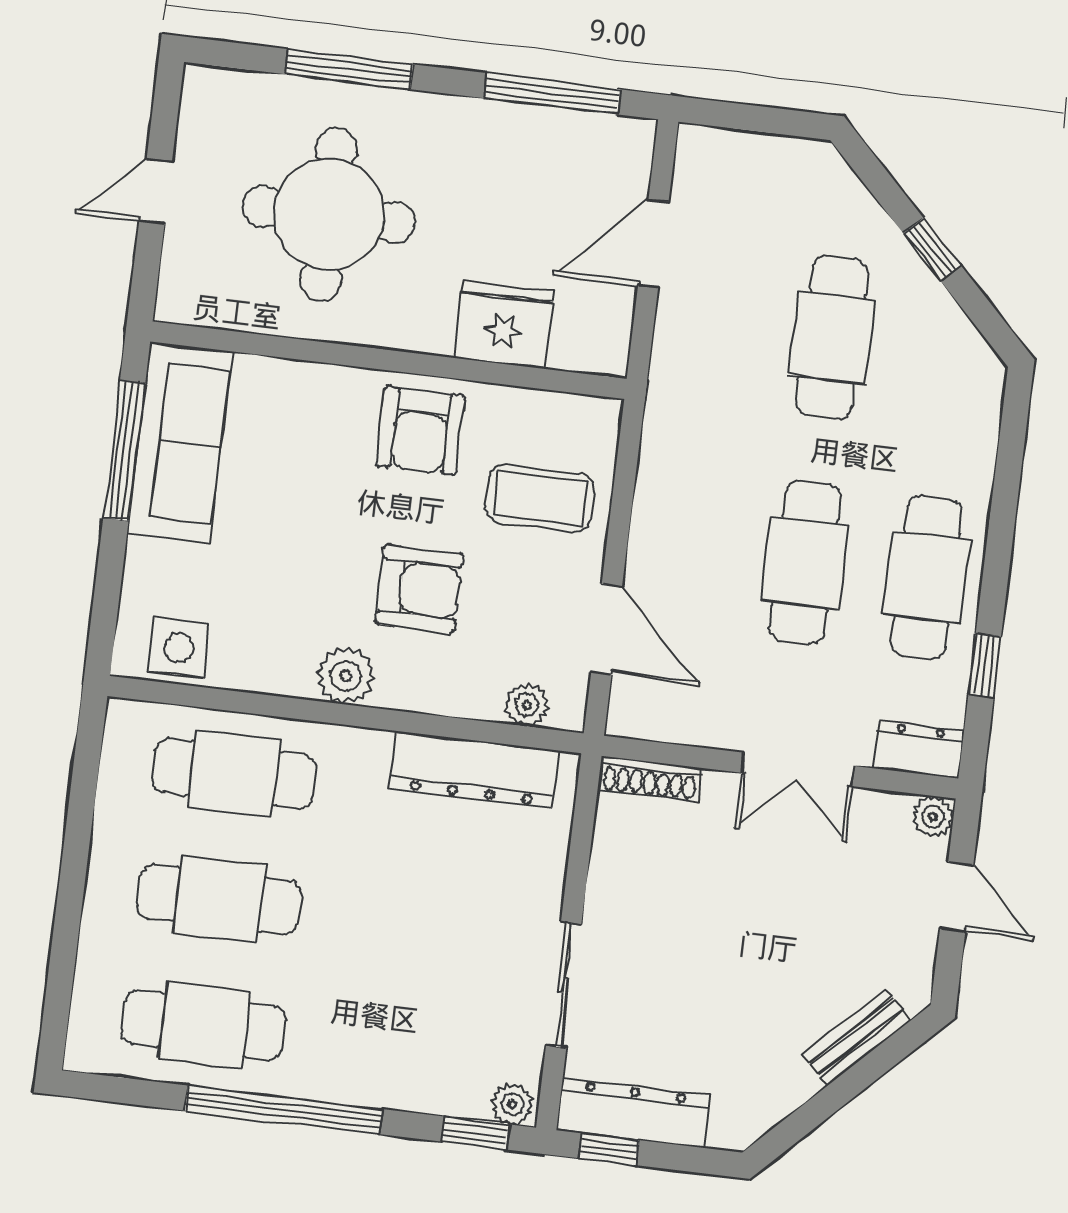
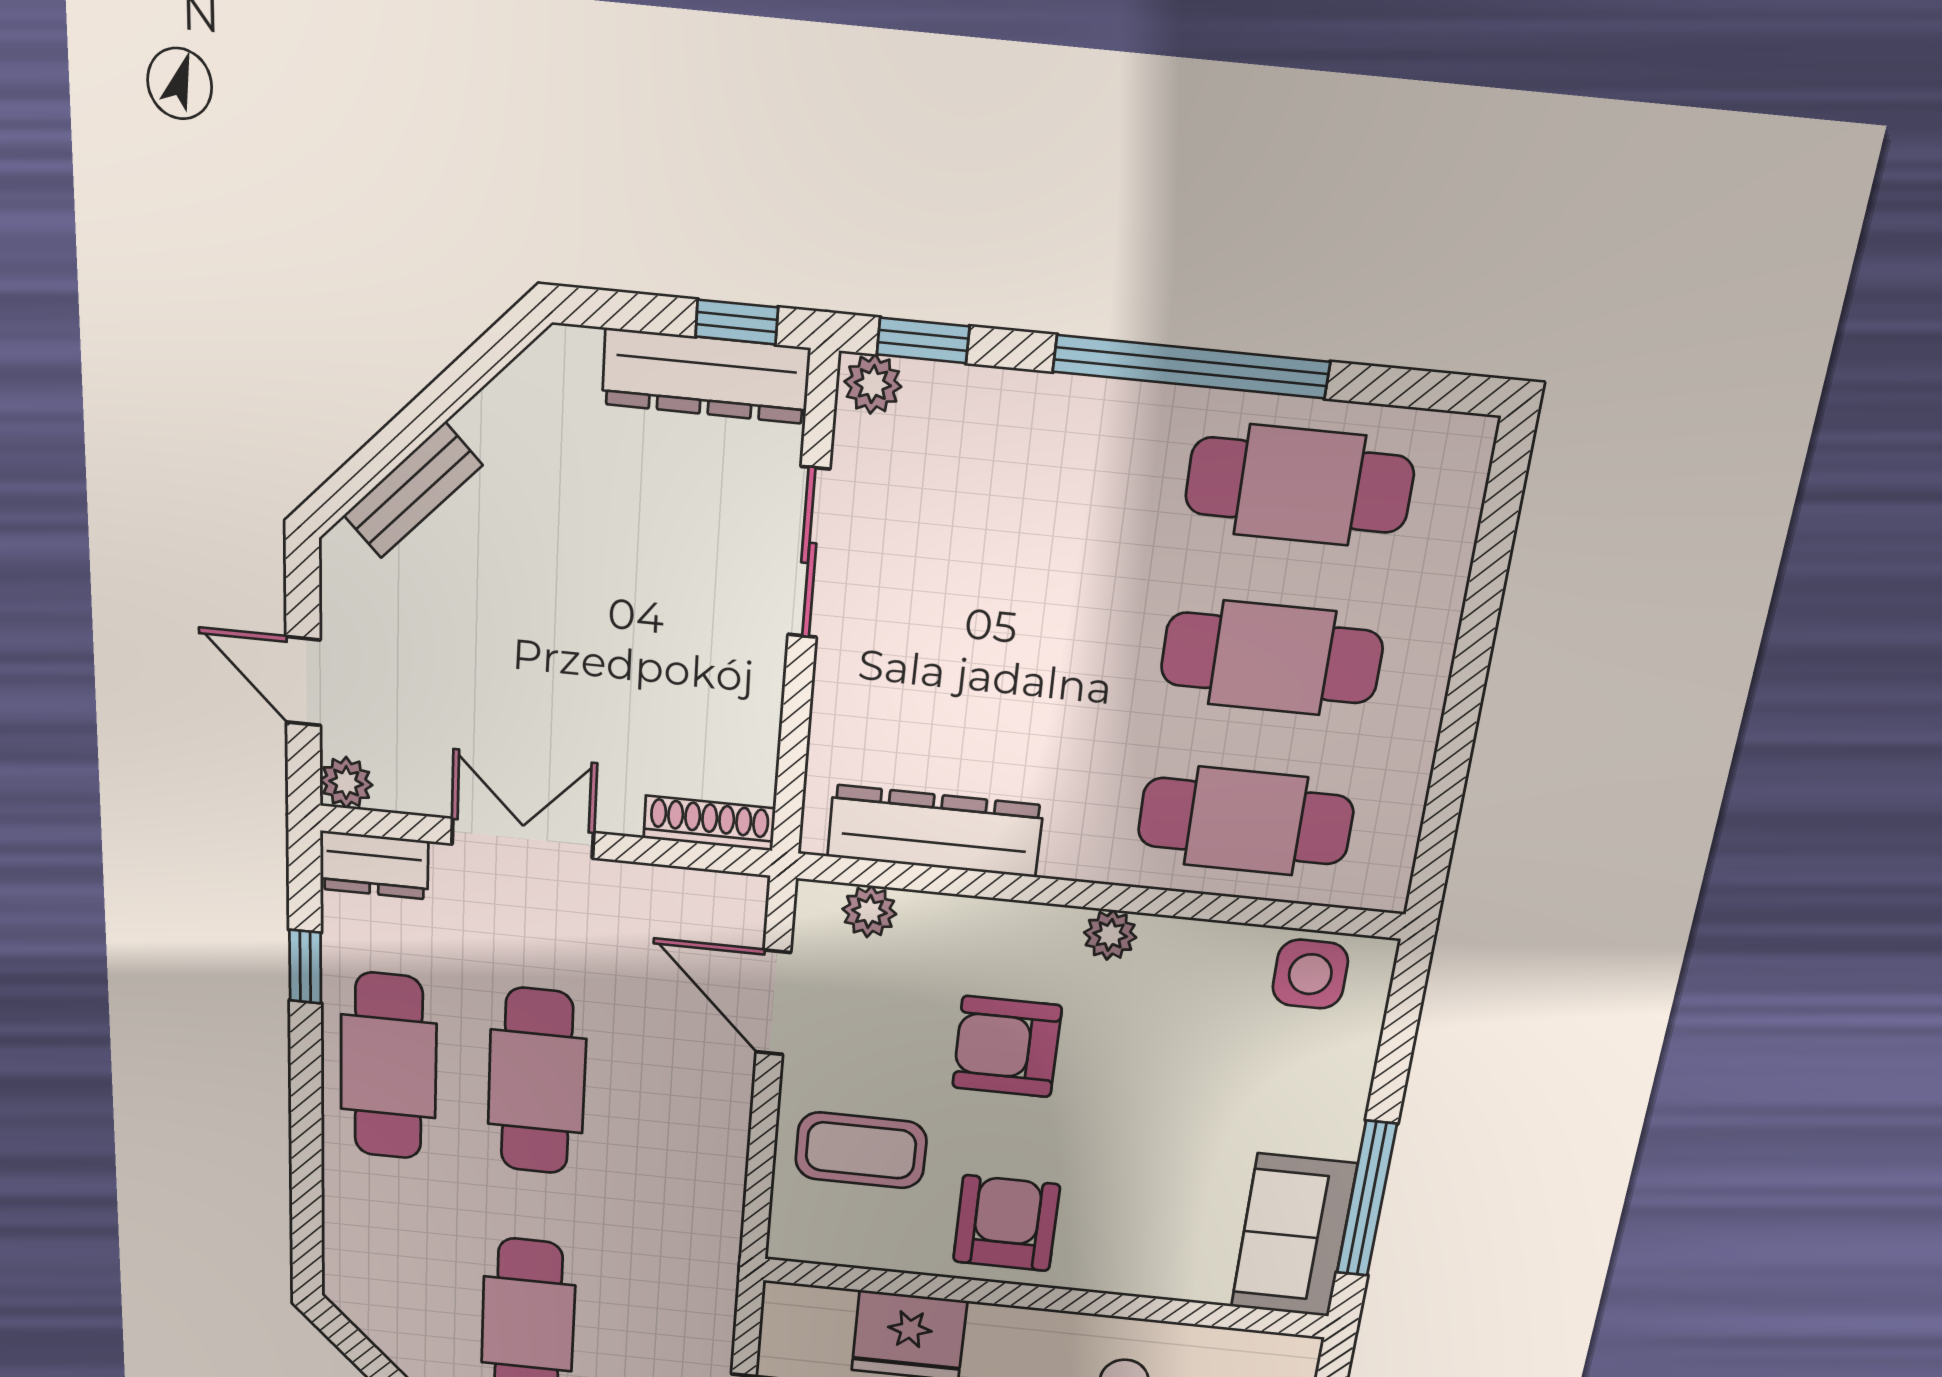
sofa: (179, 443) -> (1294, 1236), width x0.73
plant: (346, 676) -> (1110, 935), width x0.73, depth x0.73

